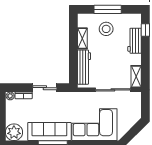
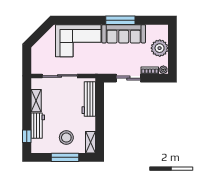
shelving: (82, 38) -> (90, 142), moved
shelving: (136, 77) -> (36, 101), moved
plant: (14, 132) -> (160, 48), moved

